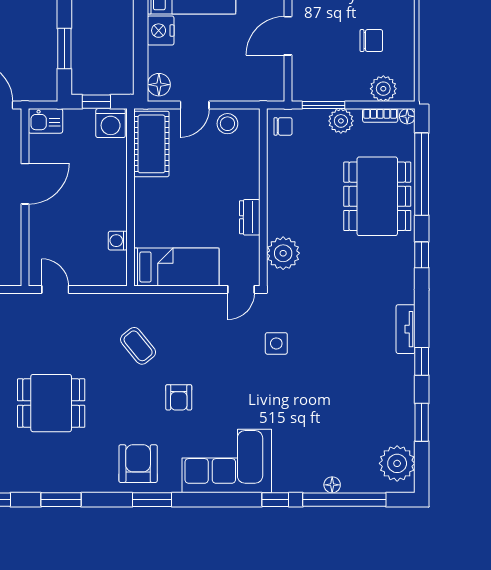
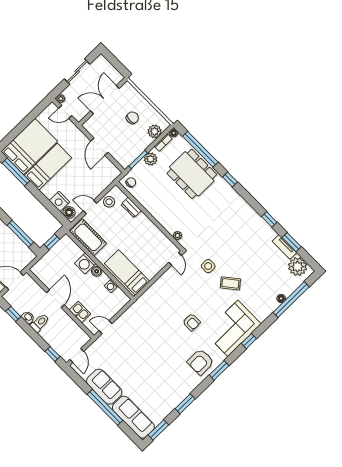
nightstand: (161, 31) -> (59, 201), moved
window: (64, 49) -> (20, 234), width x1.44
door: (195, 105) -> (90, 207), swing flipped
kitchen sink: (45, 121) -> (80, 312), moved, turned -90
washing machine: (111, 123) -> (85, 263), moved, turned 90
boiler: (118, 202) -> (97, 271), added
dresser: (250, 217) -> (131, 208), moved
plant: (283, 253) -> (178, 236), width x0.53, depth x0.53
bed: (176, 267) -> (127, 272), moved, turned -90
tv unit: (406, 329) -> (284, 247), moved
coffee table: (138, 346) -> (230, 283), moved
dining table: (51, 403) -> (146, 371), removed
armchair: (138, 464) -> (201, 362), turned -90
window: (275, 500) -> (249, 341), moved

